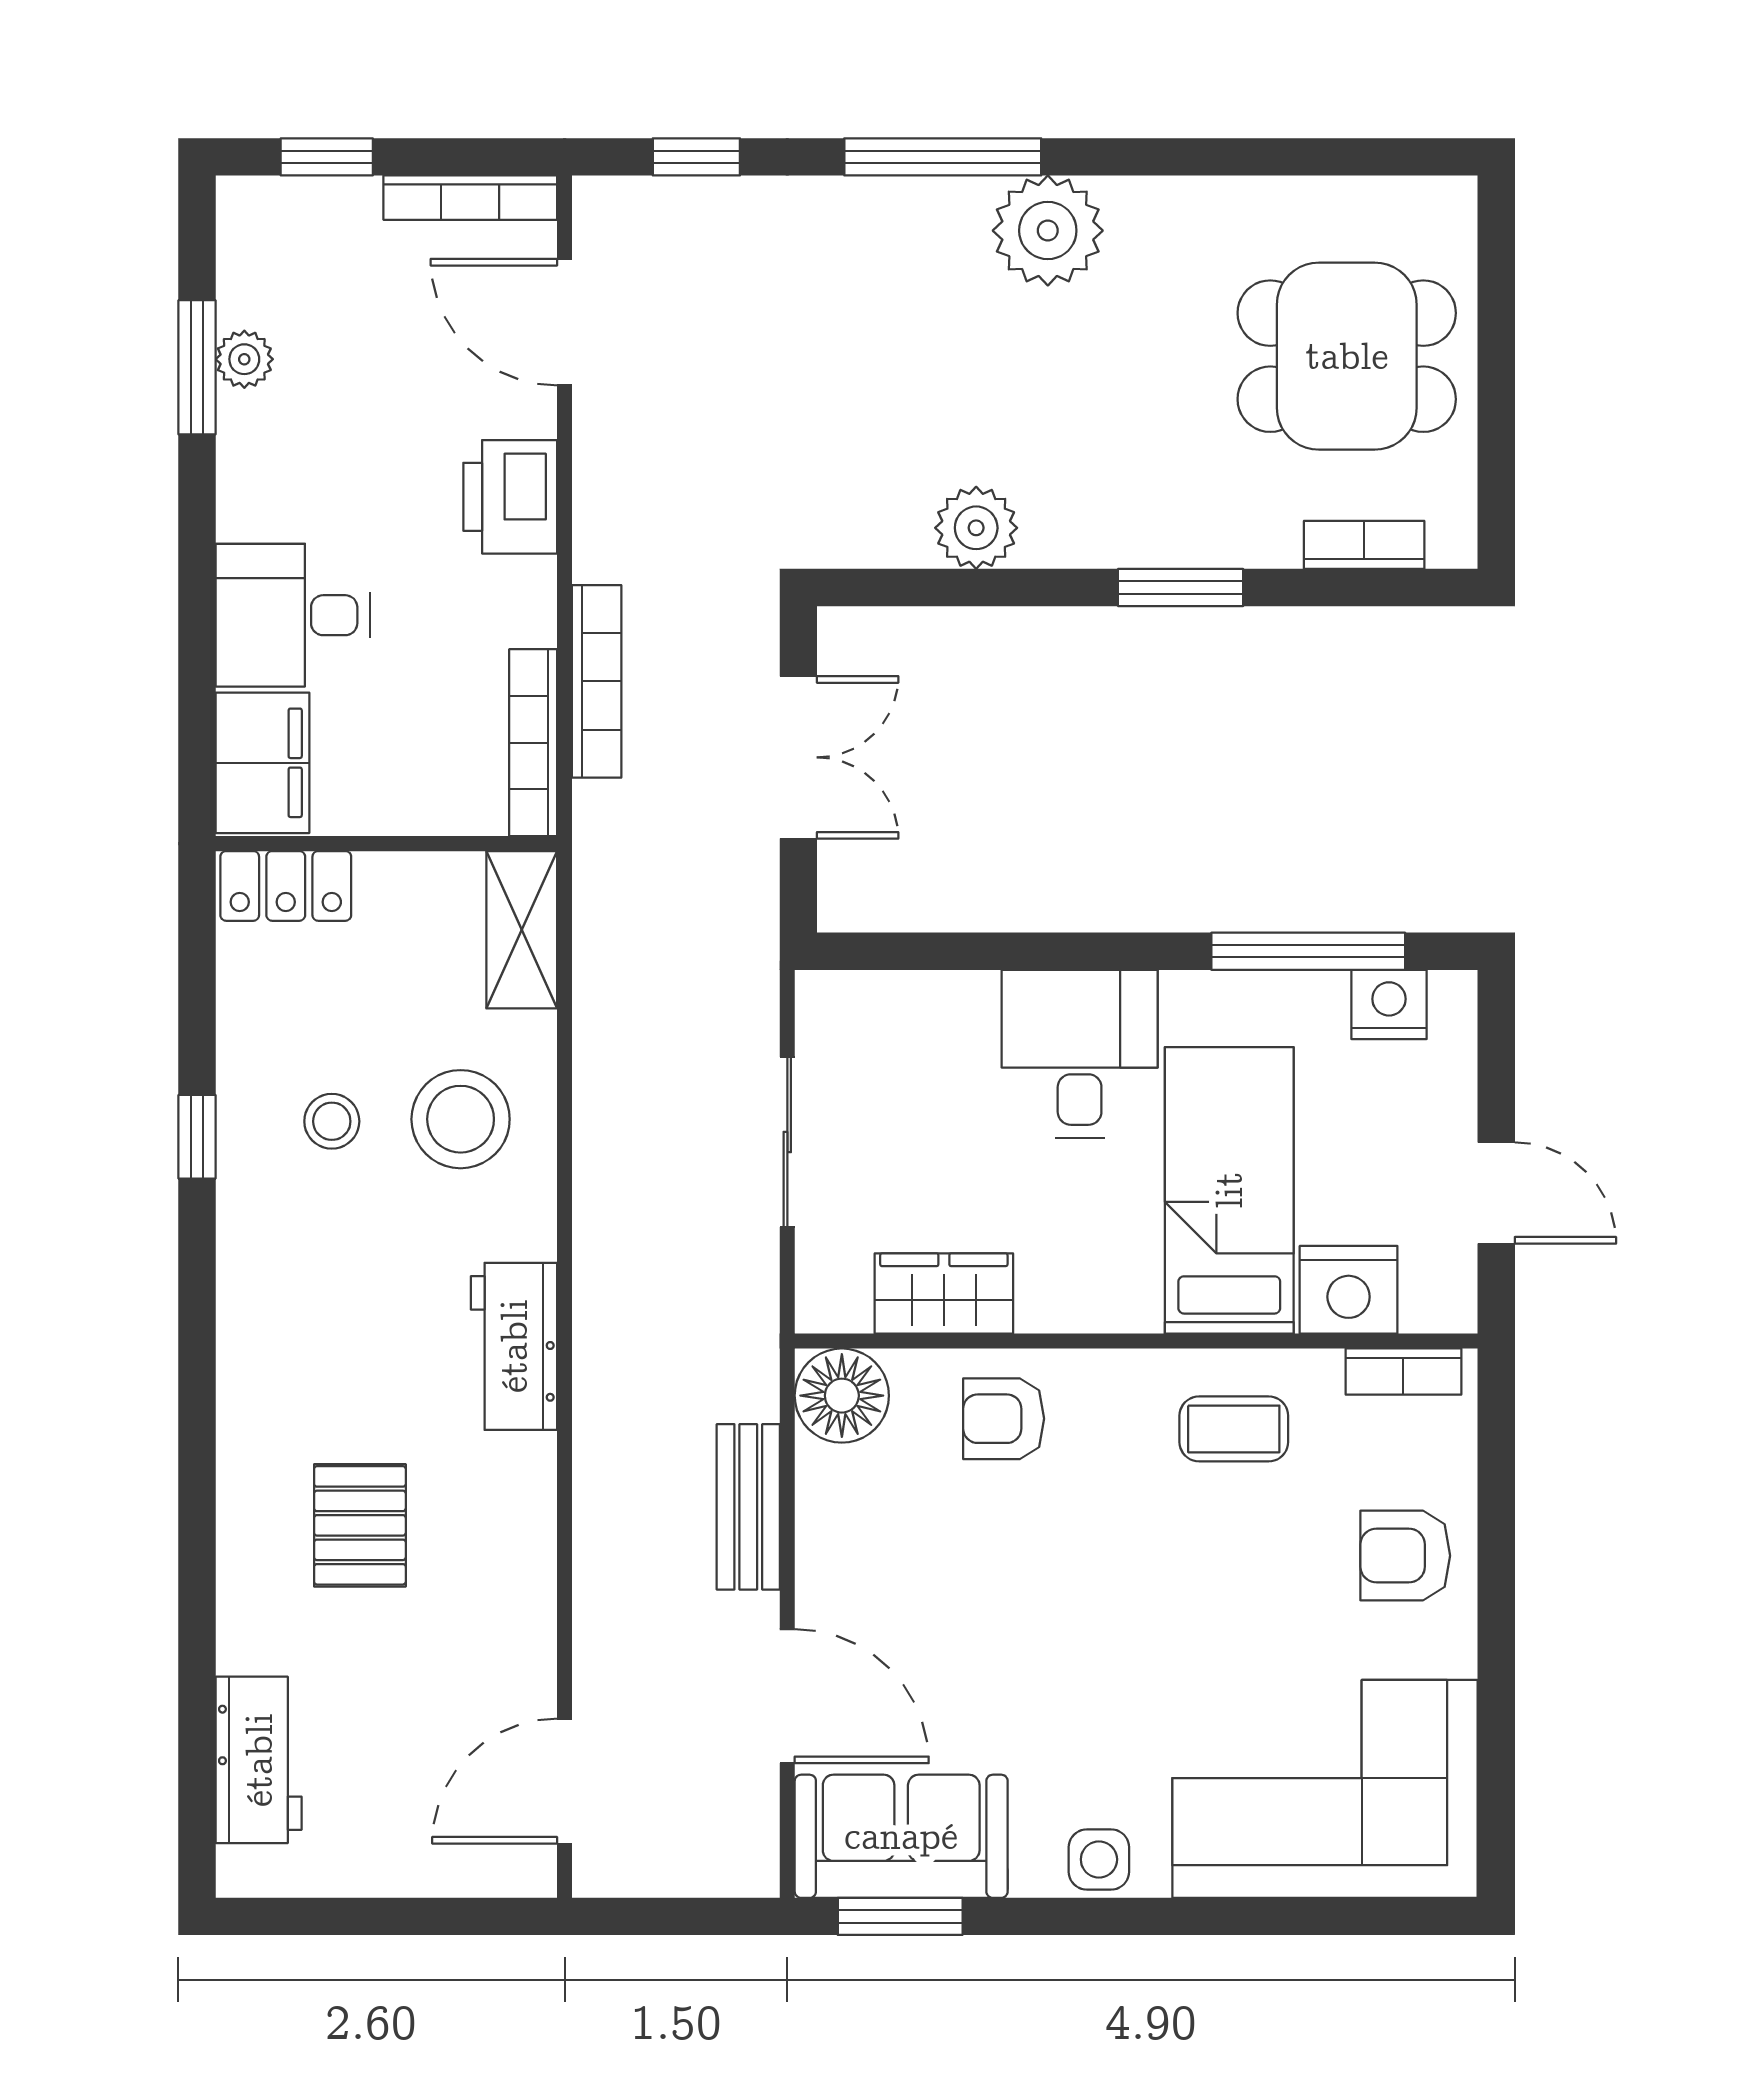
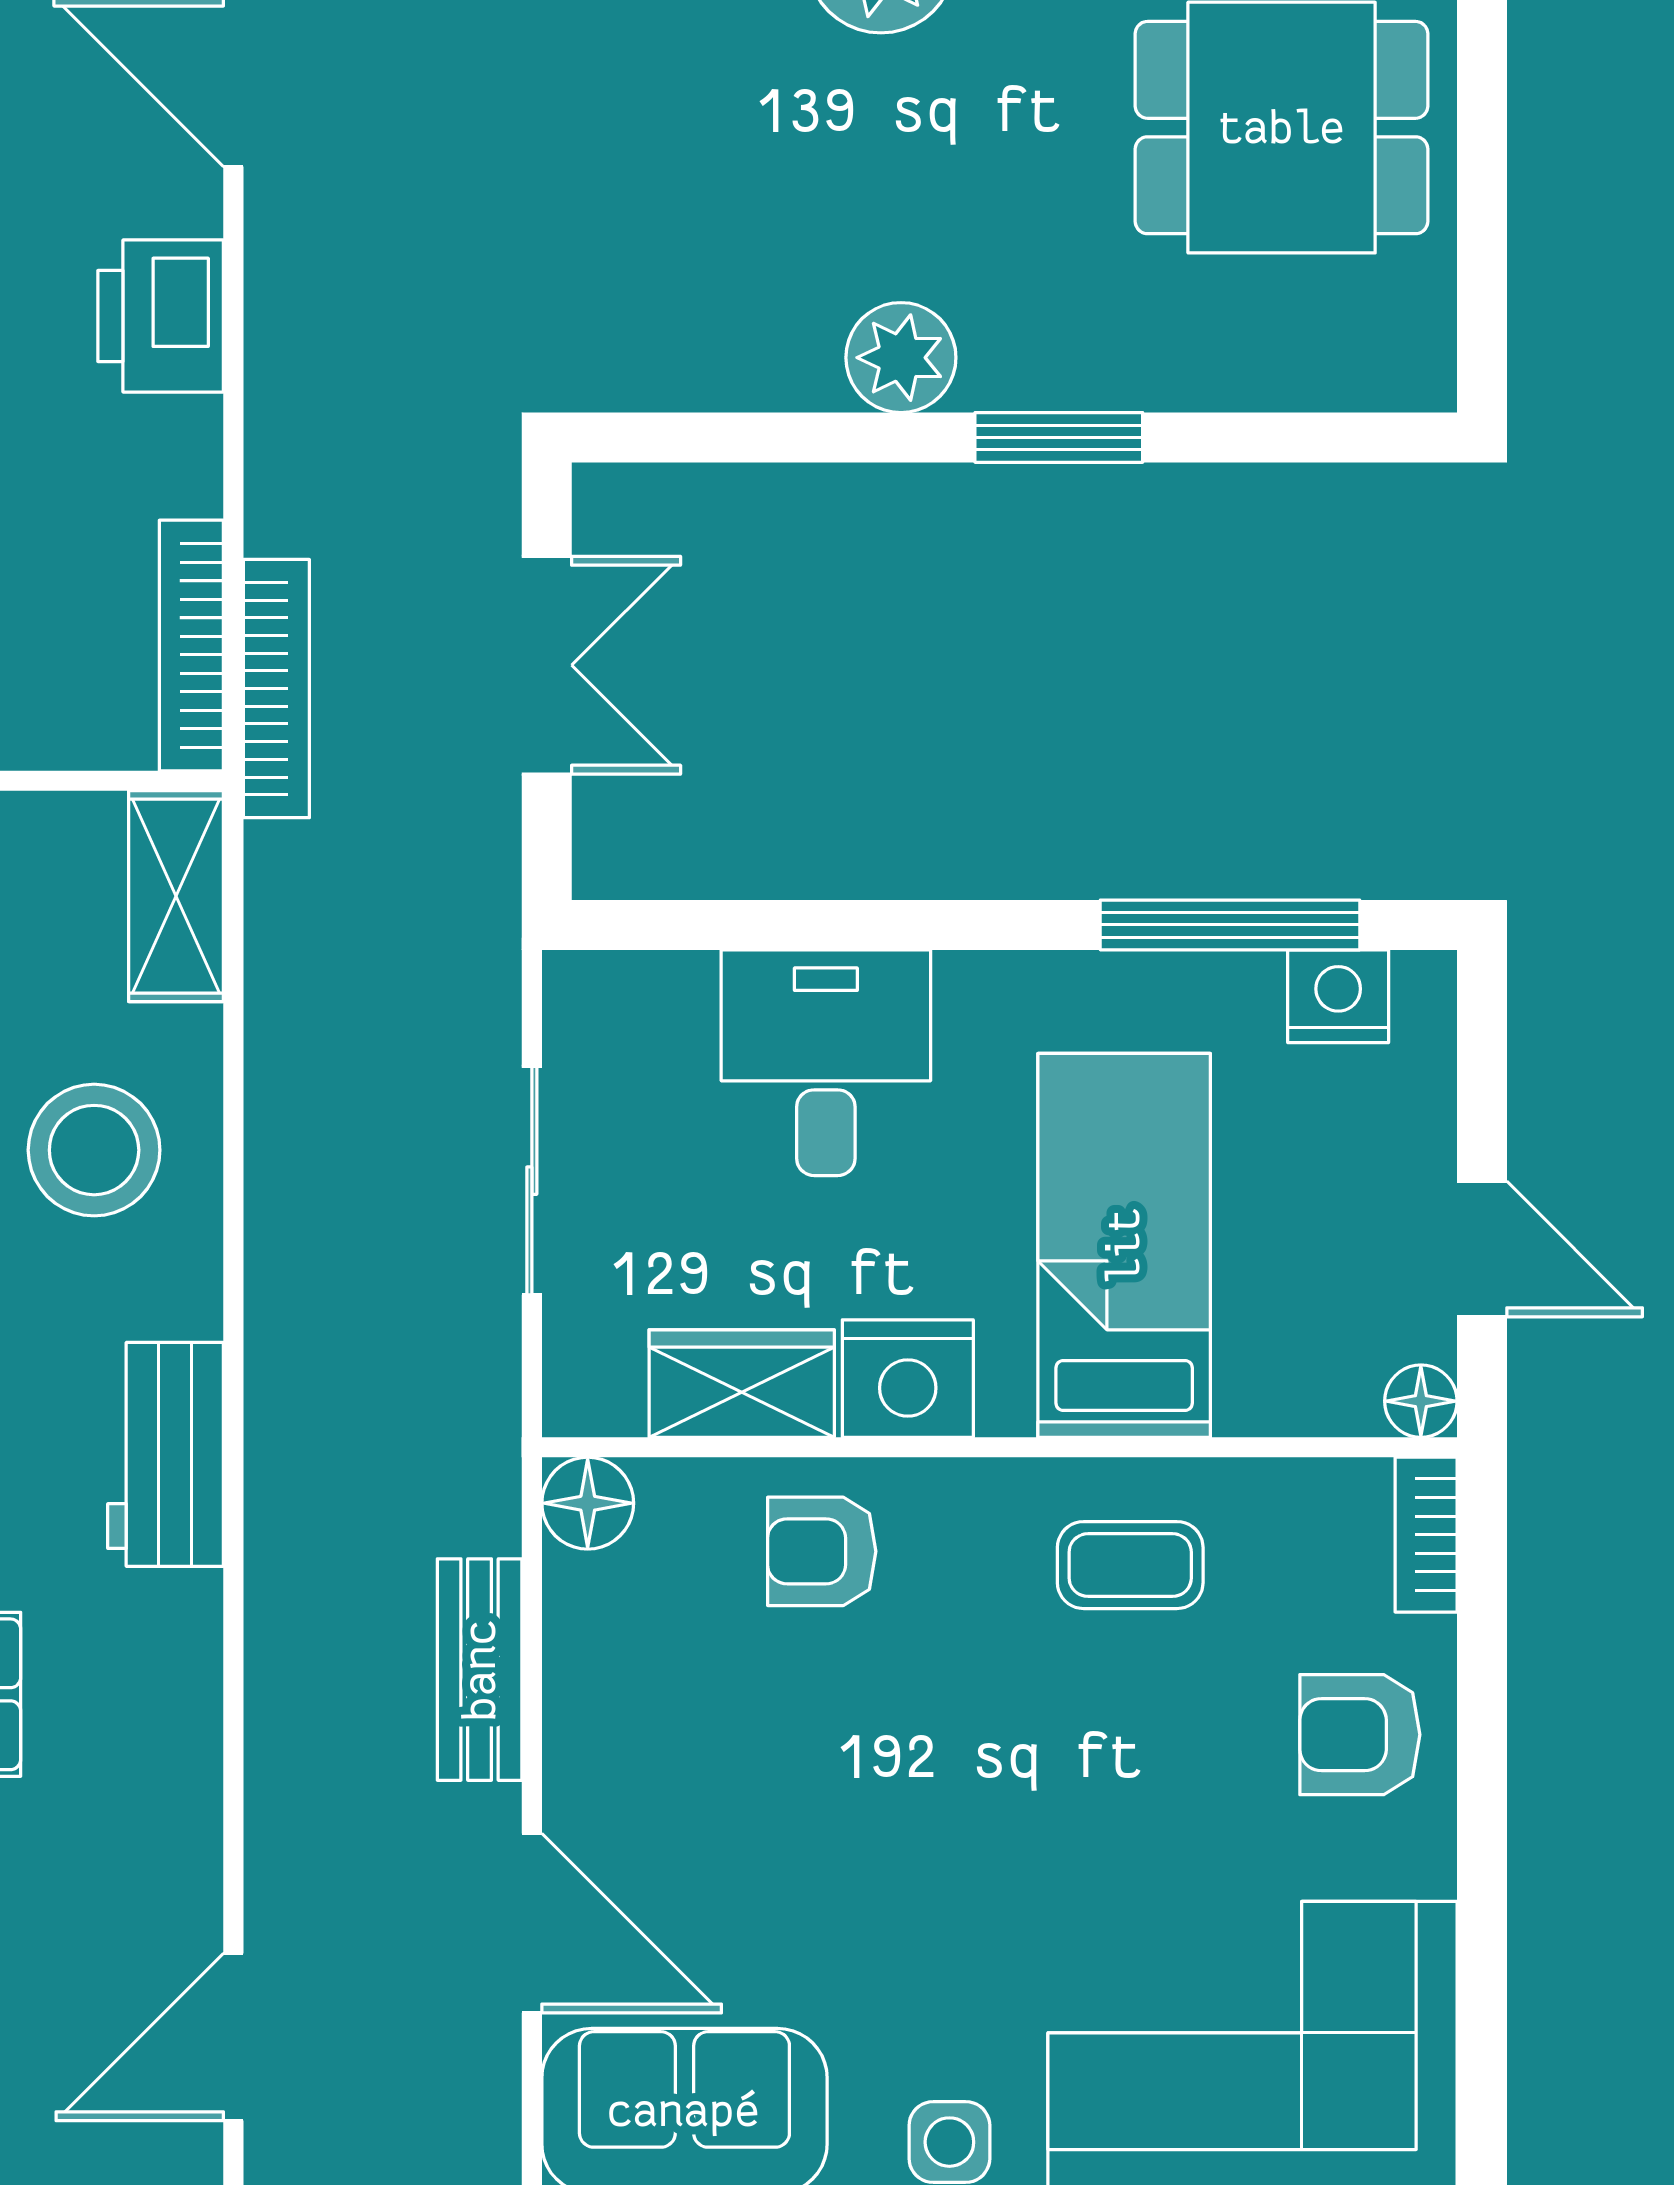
plant: (976, 528) -> (901, 358), moved
bookcase: (1364, 545) -> (1305, 380), removed
bookcase: (597, 681) -> (276, 689), moved
desk: (1080, 1054) -> (826, 1063), moved
nightstand: (1349, 1290) -> (908, 1379), moved
floor lamp: (1451, 1307) -> (1421, 1401), added
bookcase: (1403, 1372) -> (1426, 1535), moved, turned 90
floor lamp: (842, 1396) -> (588, 1503), width x0.73, depth x0.73

